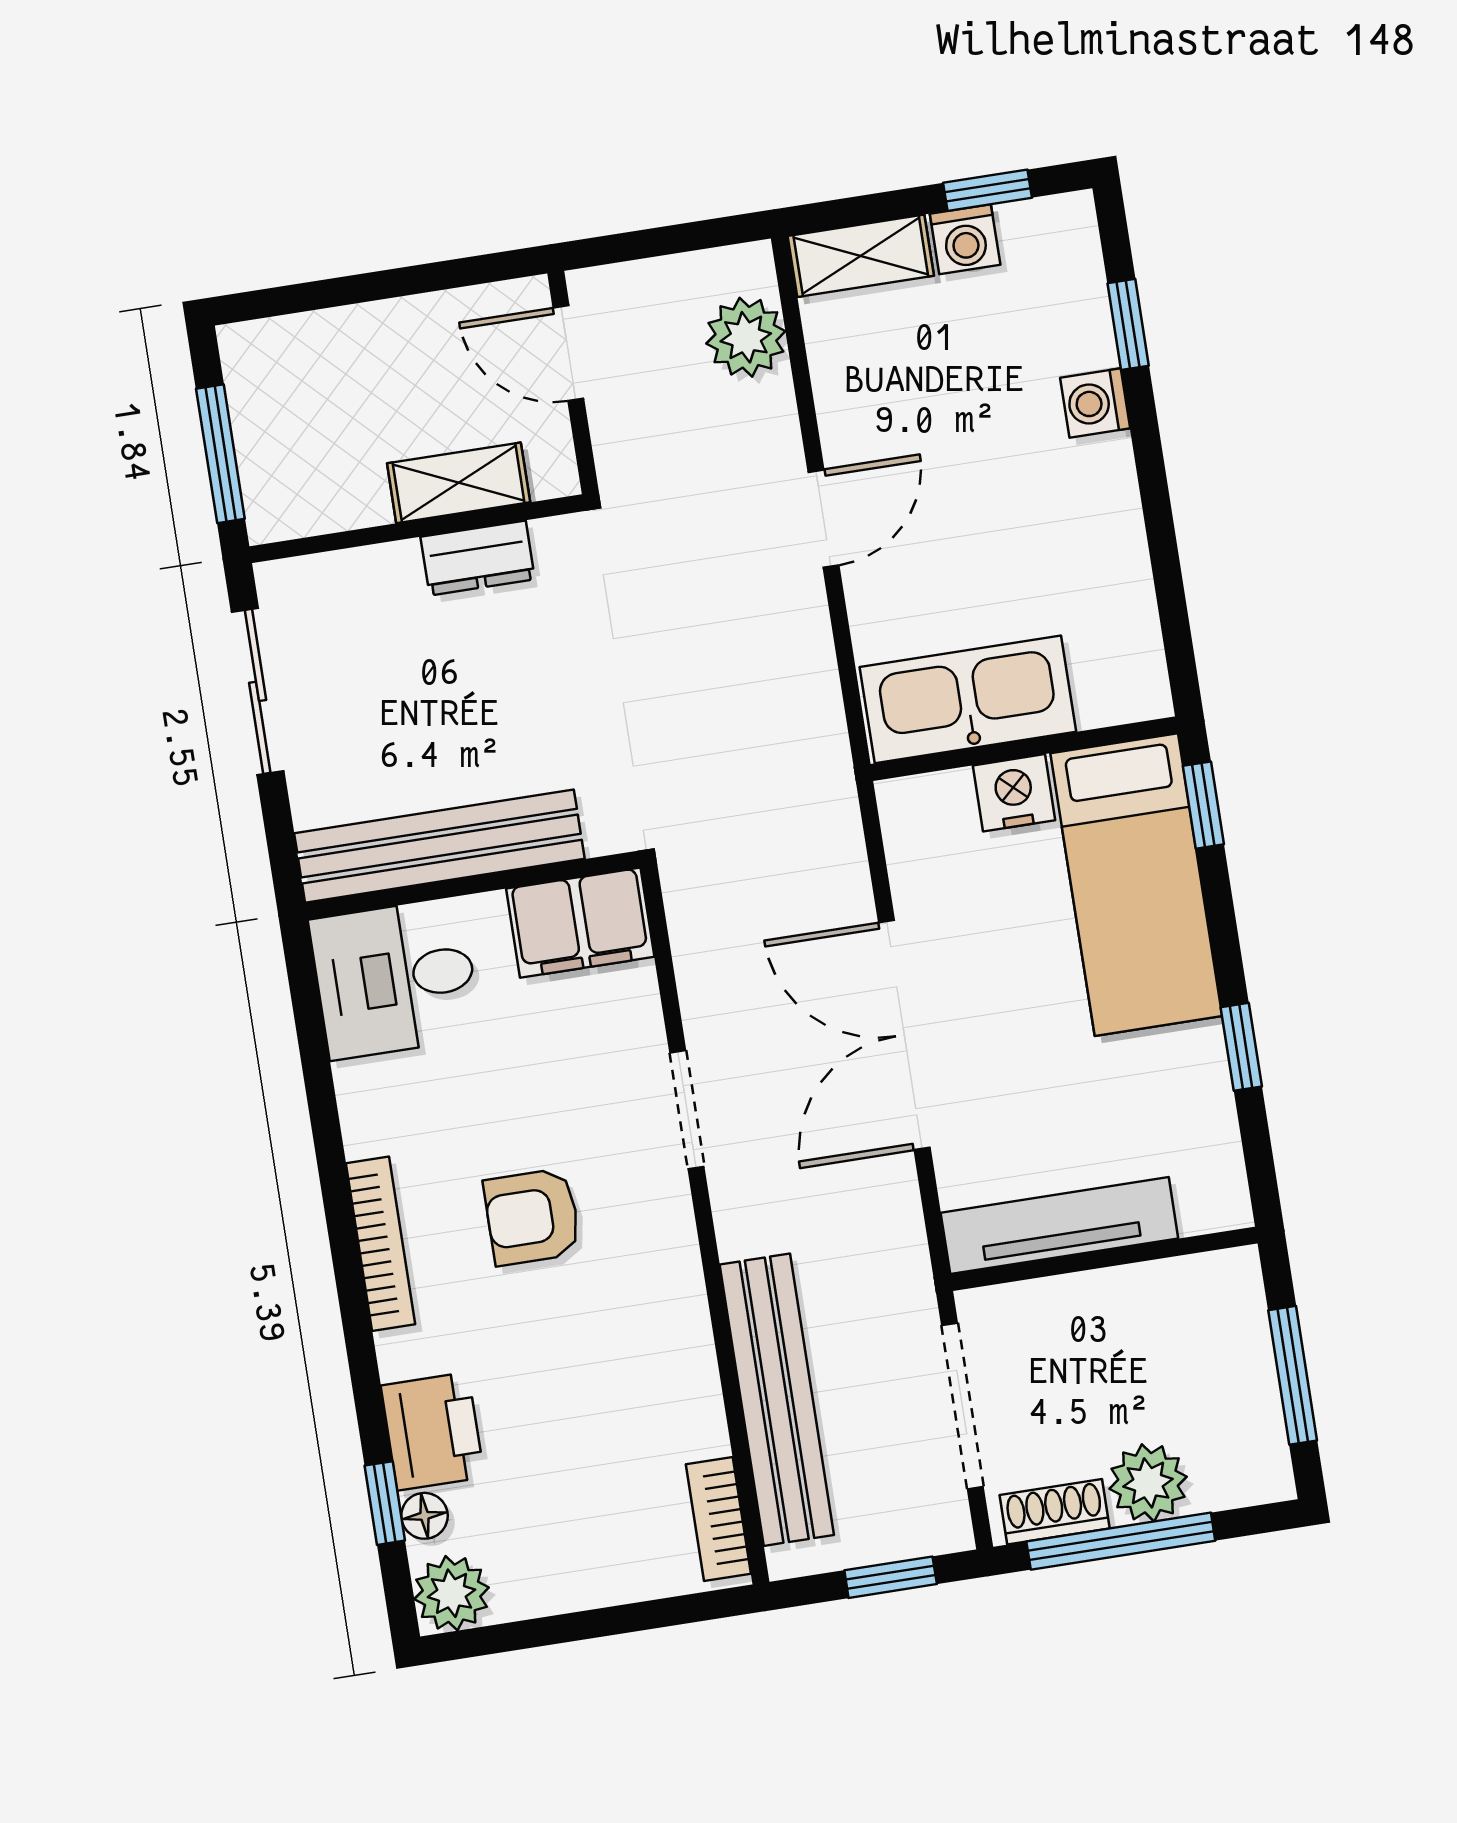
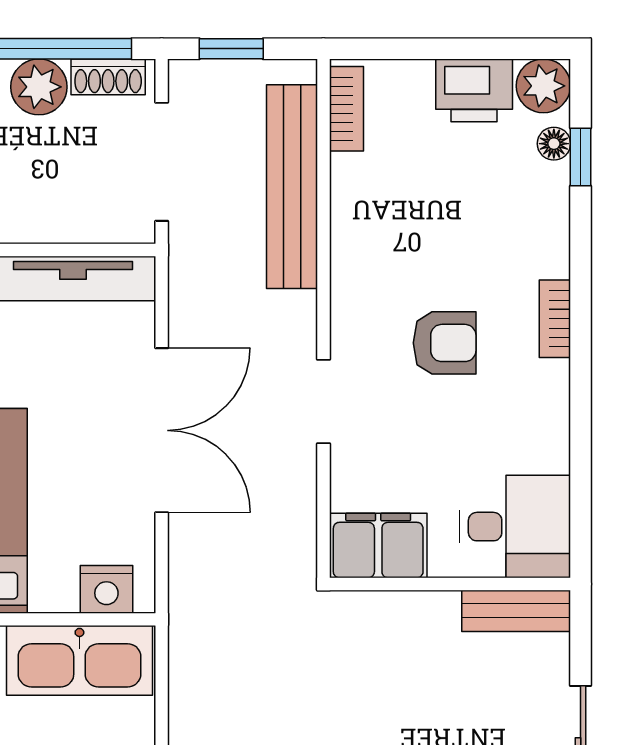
nightstand: (1014, 793) -> (106, 589), moved
bench: (439, 846) -> (516, 611), width x0.54, depth x0.82
bookcase: (381, 1244) -> (555, 319), width x0.64
printer: (433, 1431) -> (474, 90), moved, turned -90

